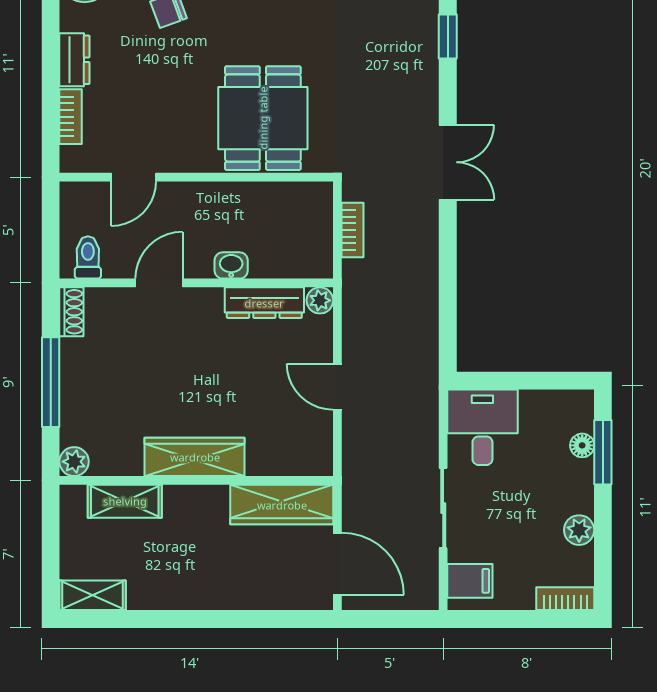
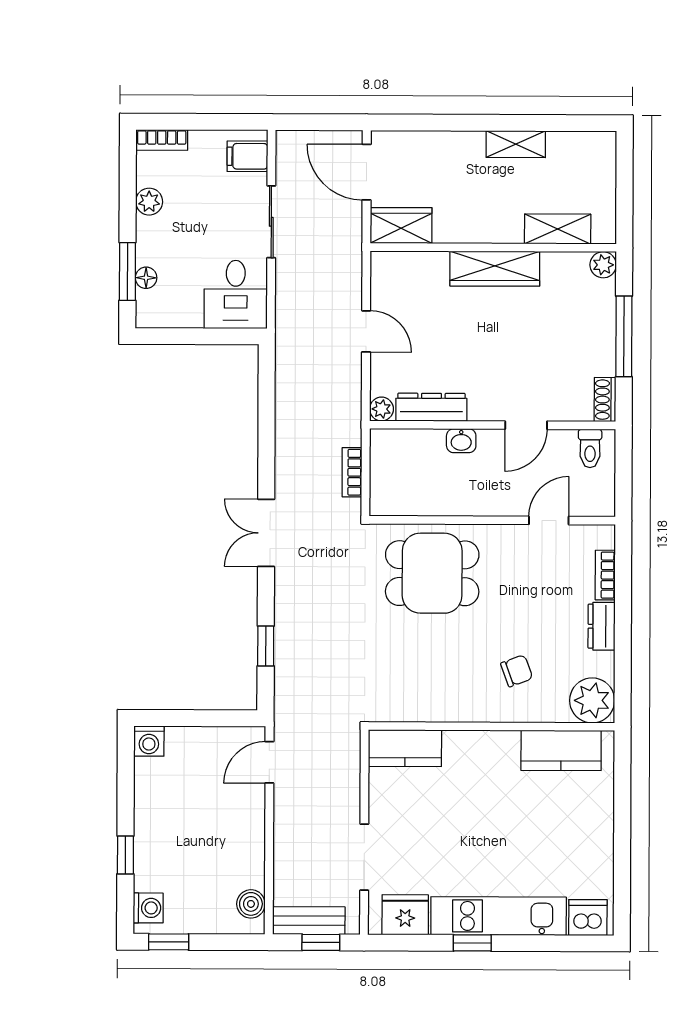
dining table: (263, 118) -> (432, 573), turned 90
wardrobe: (282, 505) -> (401, 225), width x0.67
shelving: (92, 595) -> (516, 144), moved

